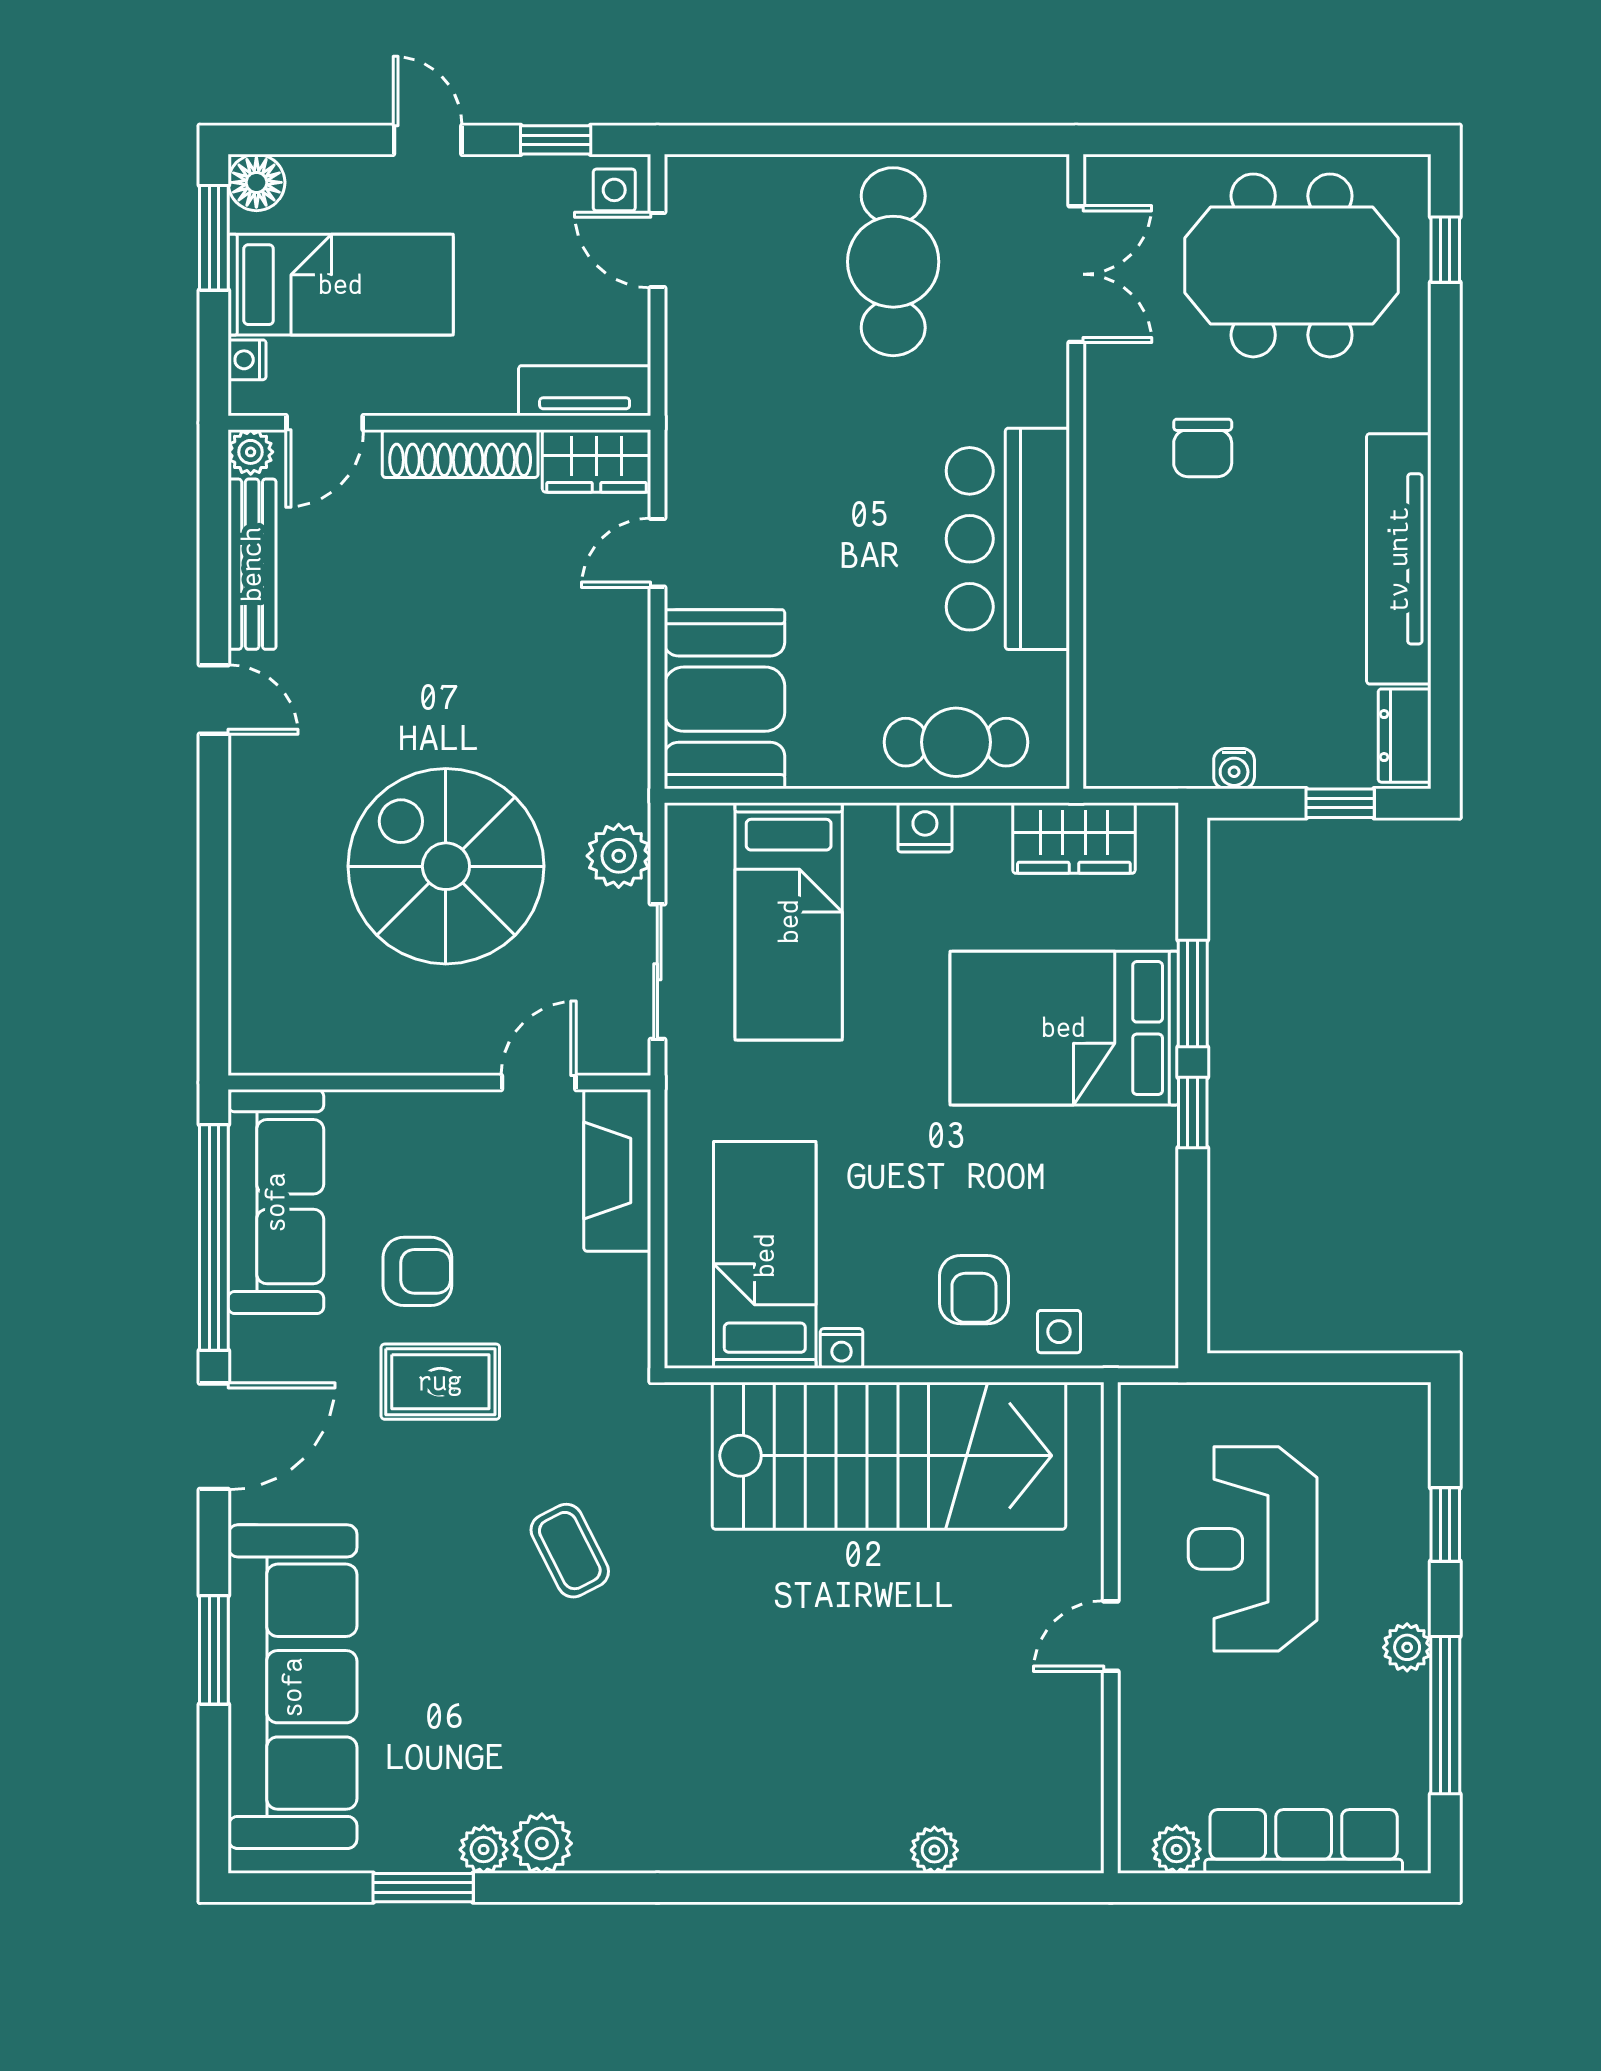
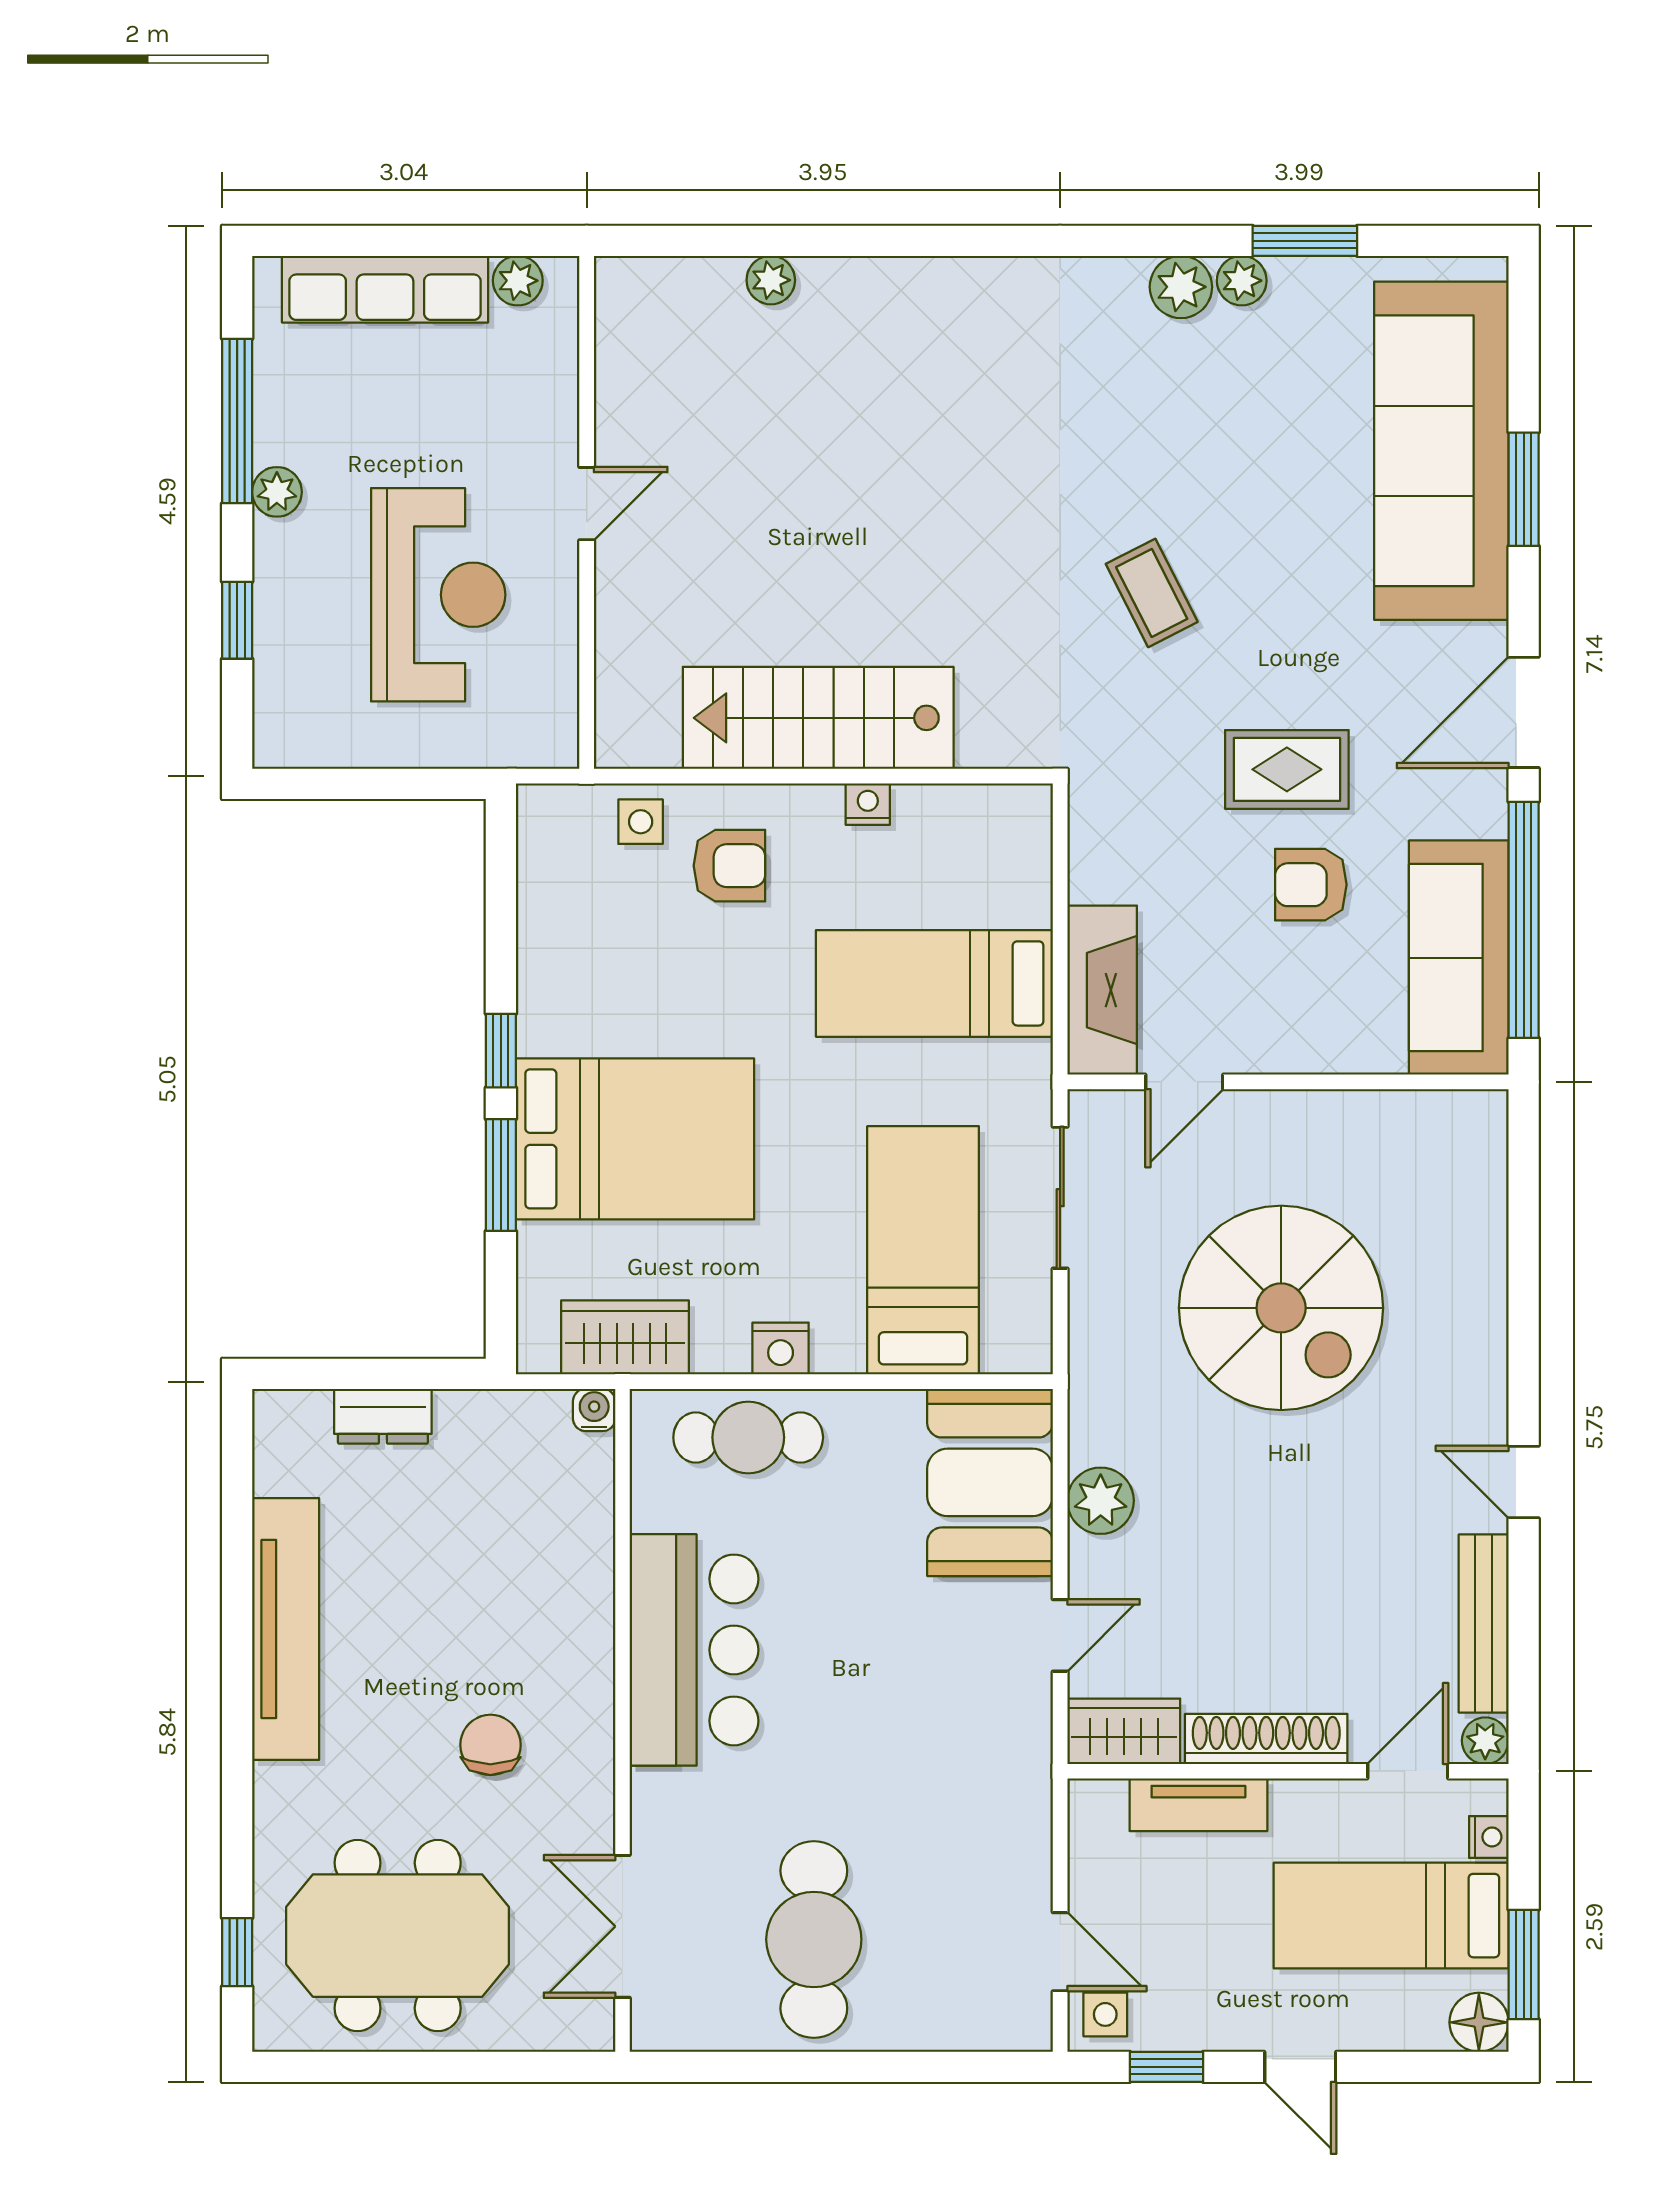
tv unit: (585, 391) -> (1198, 1805), moved
dresser: (1405, 736) -> (383, 1416), moved, turned 90
water cooler: (1234, 769) -> (594, 1410), moved
window: (1340, 803) -> (347, 1374), removed
plant: (619, 856) -> (1101, 1501), moved
bed: (765, 1255) -> (934, 983), moved, turned 90
armchair: (974, 1290) -> (729, 866), turned 90
stairs: (889, 1456) -> (818, 718), width x0.73, depth x0.66

